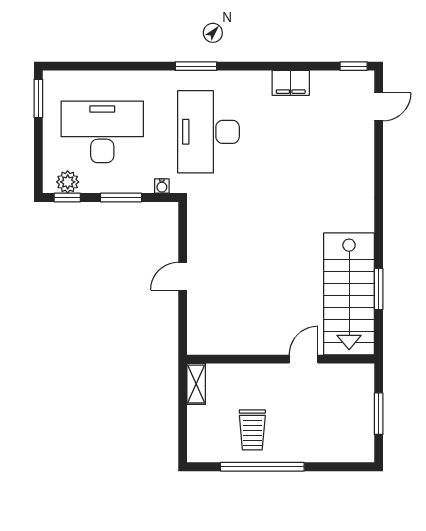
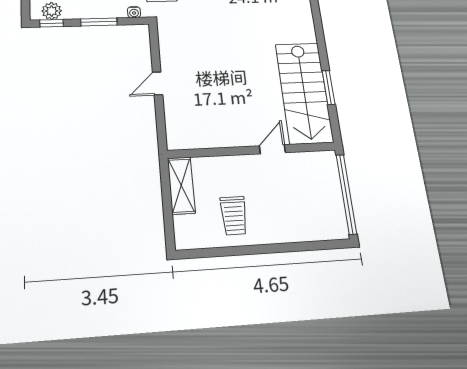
shelving: (196, 384) -> (181, 185), width x1.50, depth x1.33
window: (379, 414) -> (346, 194), width x2.11
window: (262, 467) -> (247, 250), removed

